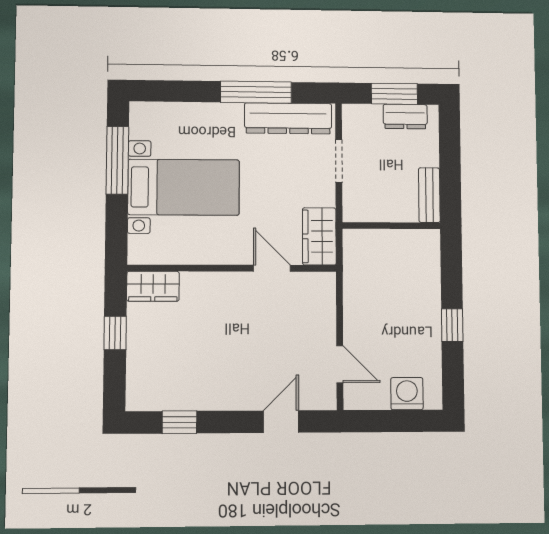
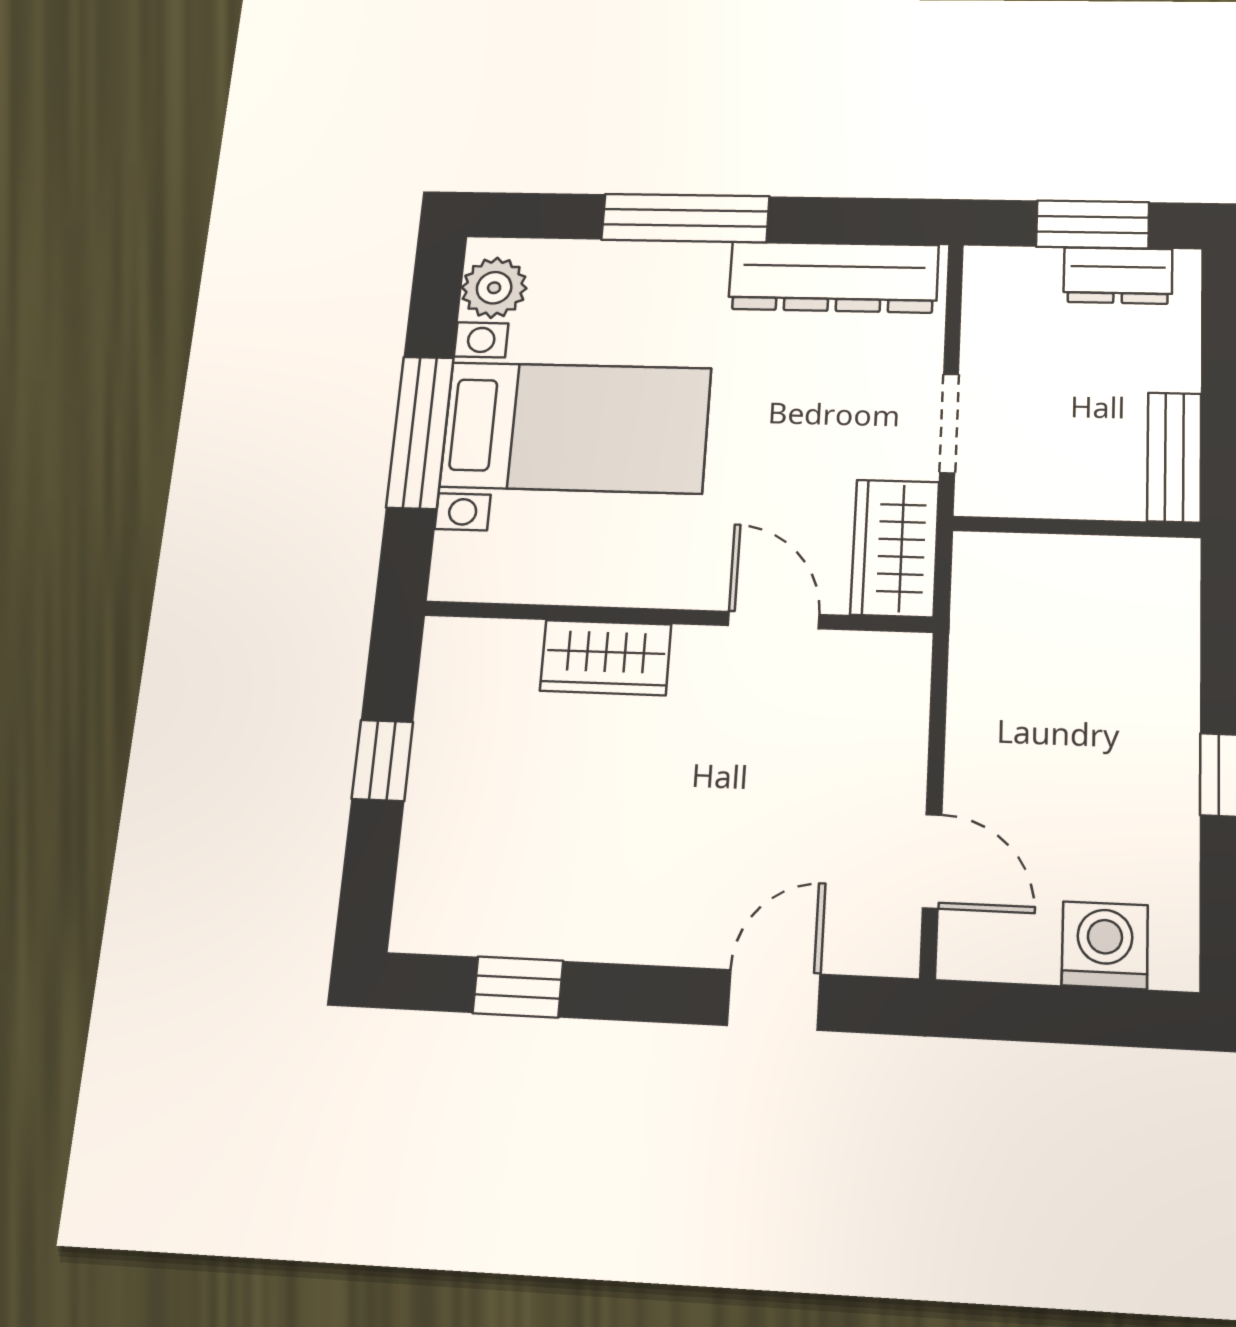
window: (256, 92) -> (685, 218), moved
plant: (143, 125) -> (494, 288), added
window: (117, 160) -> (420, 432), moved
doorway: (339, 161) -> (949, 424), moved
wardrobe: (153, 286) -> (606, 658), moved

